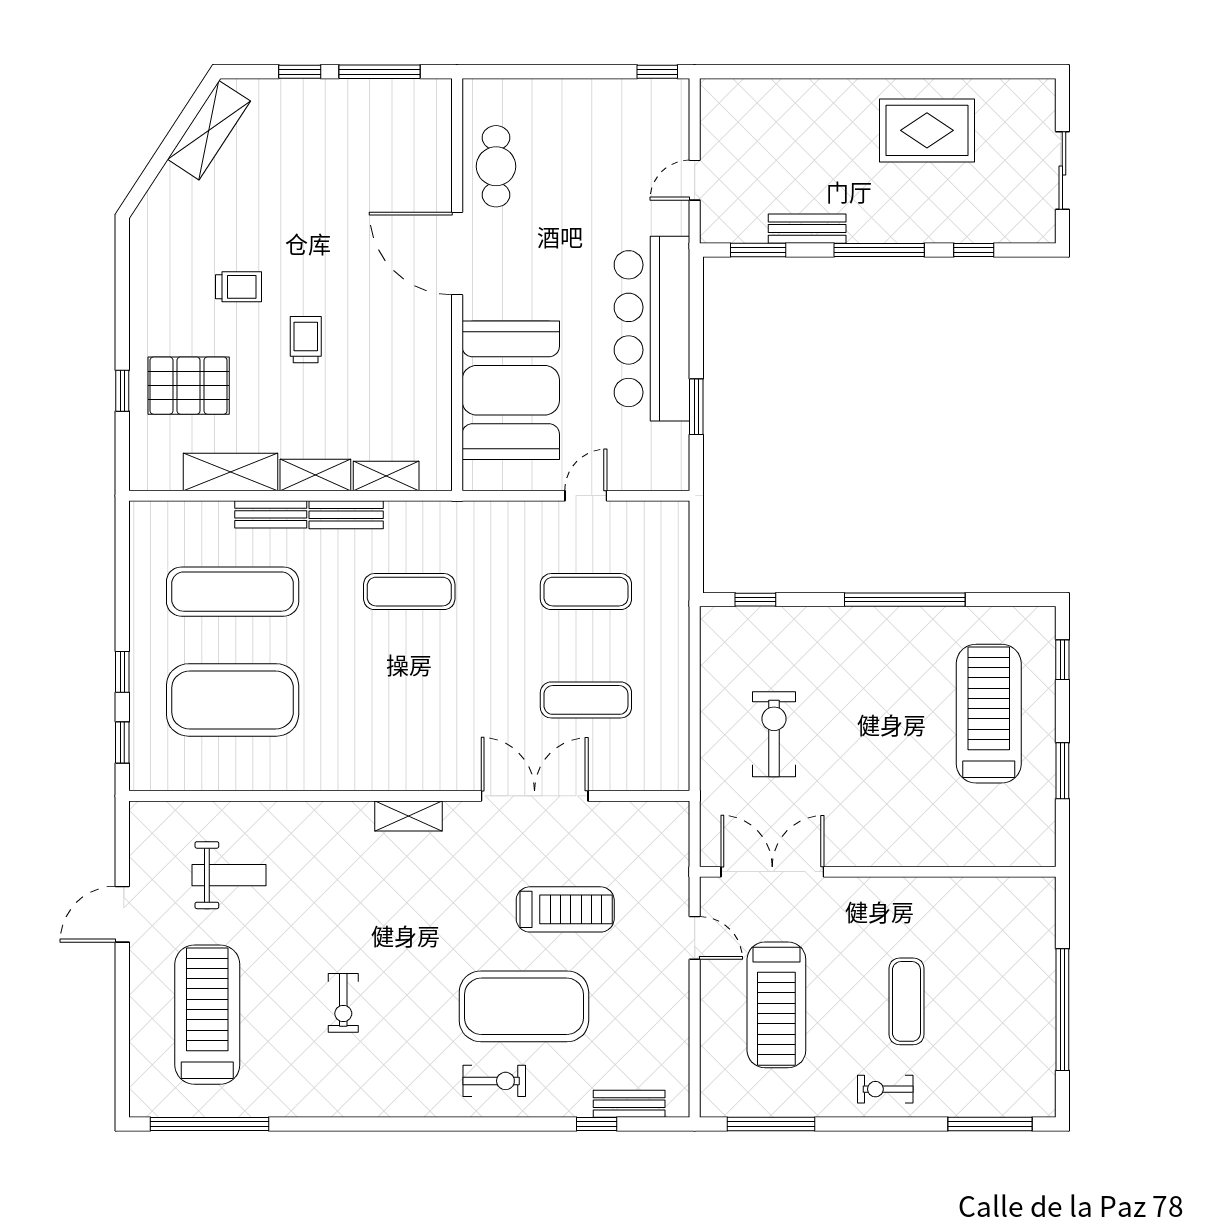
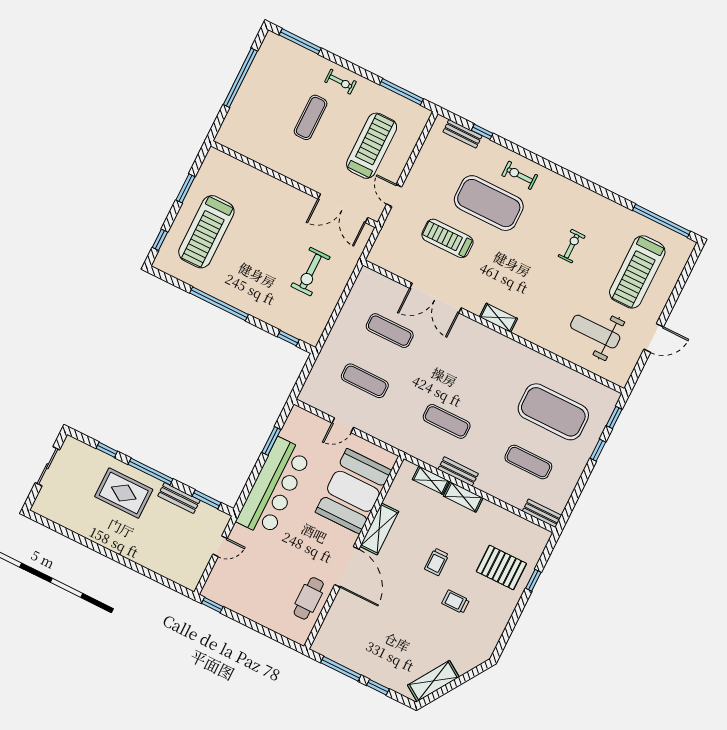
rug: (927, 130) -> (124, 493), moved
shelving: (231, 472) -> (379, 529), moved, turned 90
bench: (271, 514) -> (542, 513), moved
exercise mat: (233, 592) -> (528, 462), width x0.73, depth x0.69
weight bench: (229, 875) -> (595, 332), width x1.36, depth x1.33

